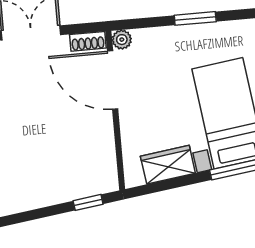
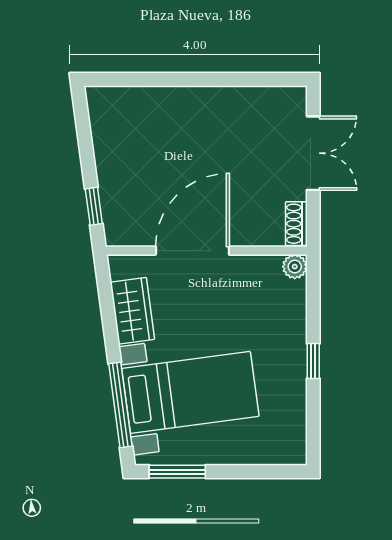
window: (195, 18) -> (313, 361), width x0.67
door: (113, 80) -> (192, 251), moved

